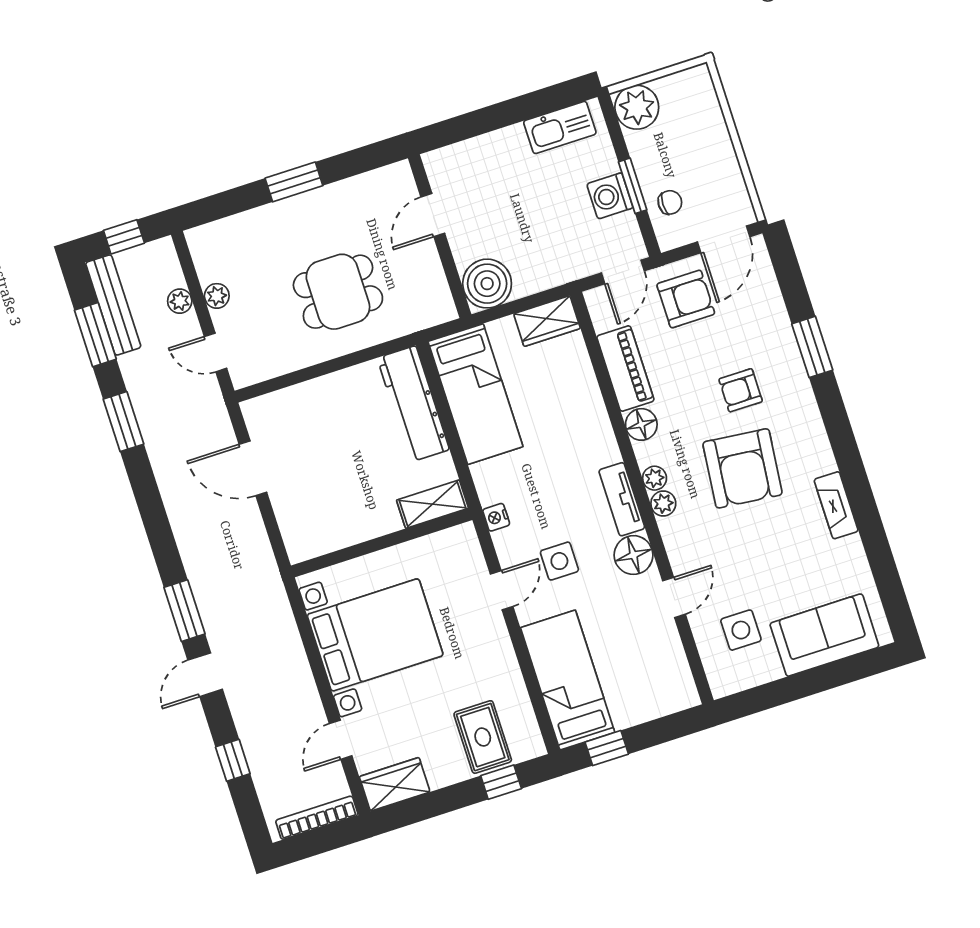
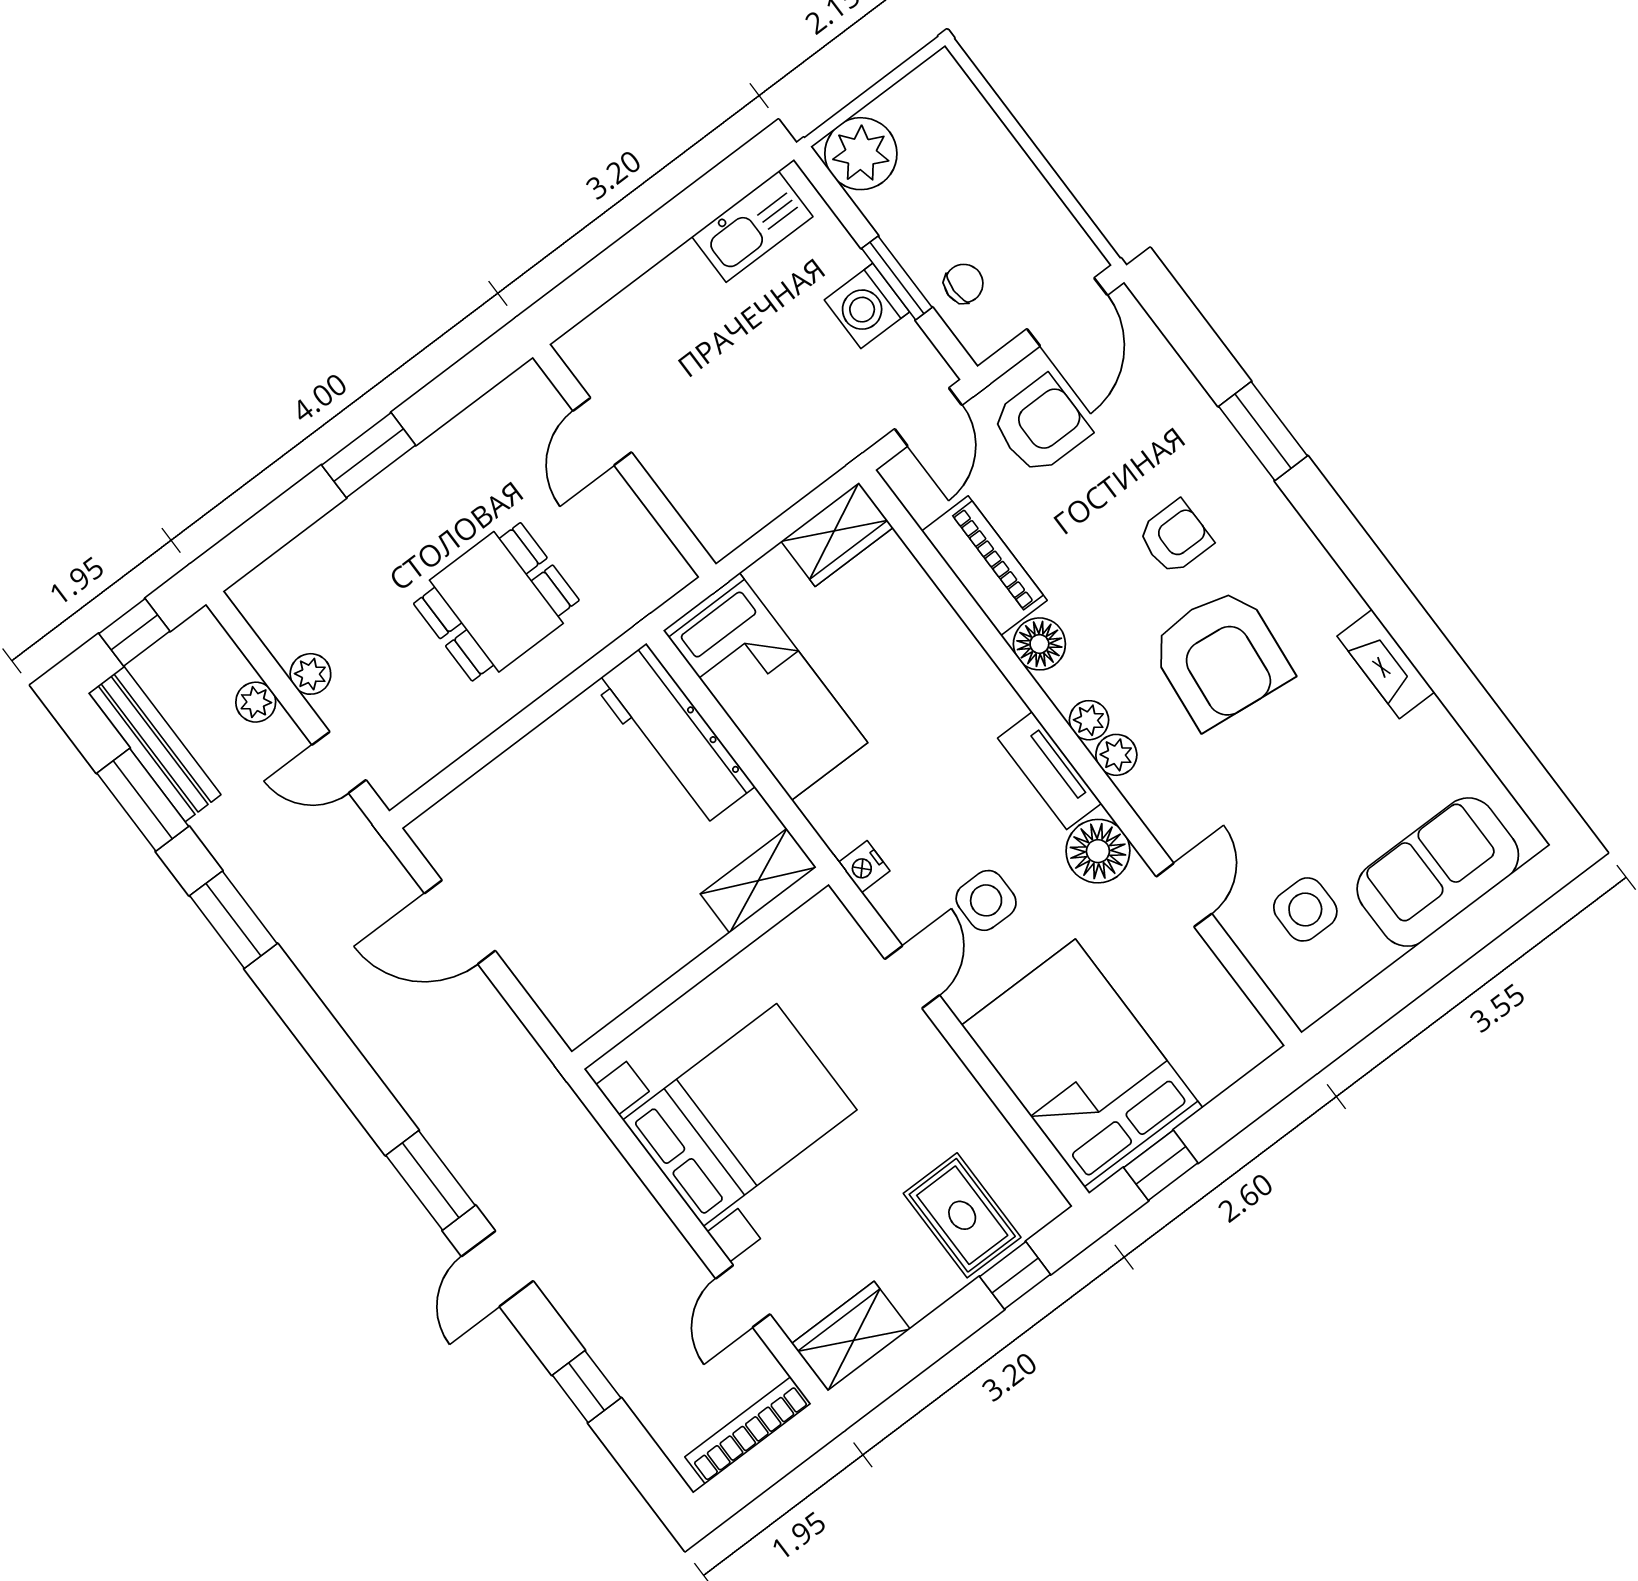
boiler: (487, 284) -> (724, 509), removed
armchair: (741, 390) -> (1175, 537), turned 180
bed: (568, 680) -> (1082, 1066), width x1.50

